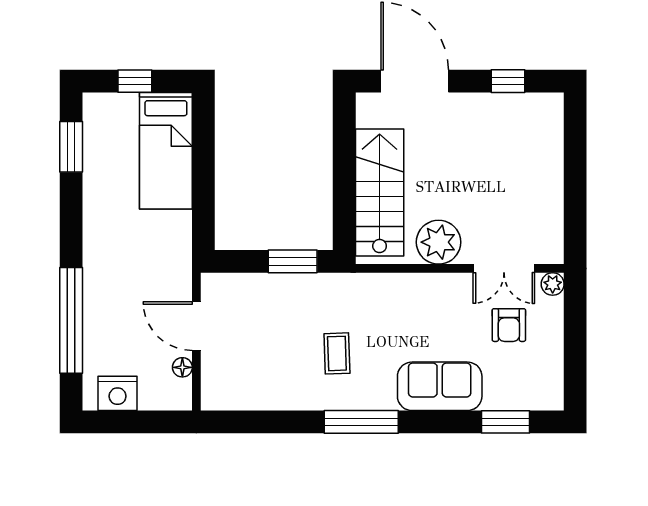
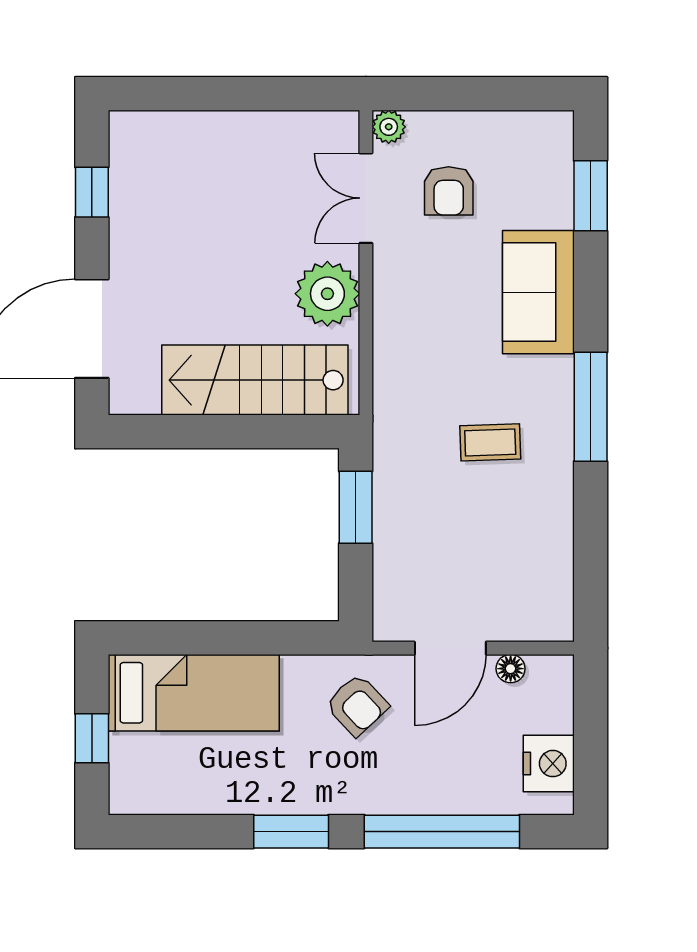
window: (71, 147) -> (291, 832), moved
armchair: (157, 262) -> (357, 705), added
double door: (504, 268) -> (366, 198), swing flipped
armchair: (509, 325) -> (449, 191), turned 90

